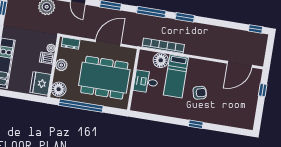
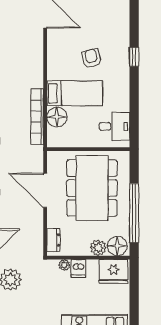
plant: (61, 65) -> (98, 248), moved
desk: (146, 82) -> (114, 126), moved, turned -90

